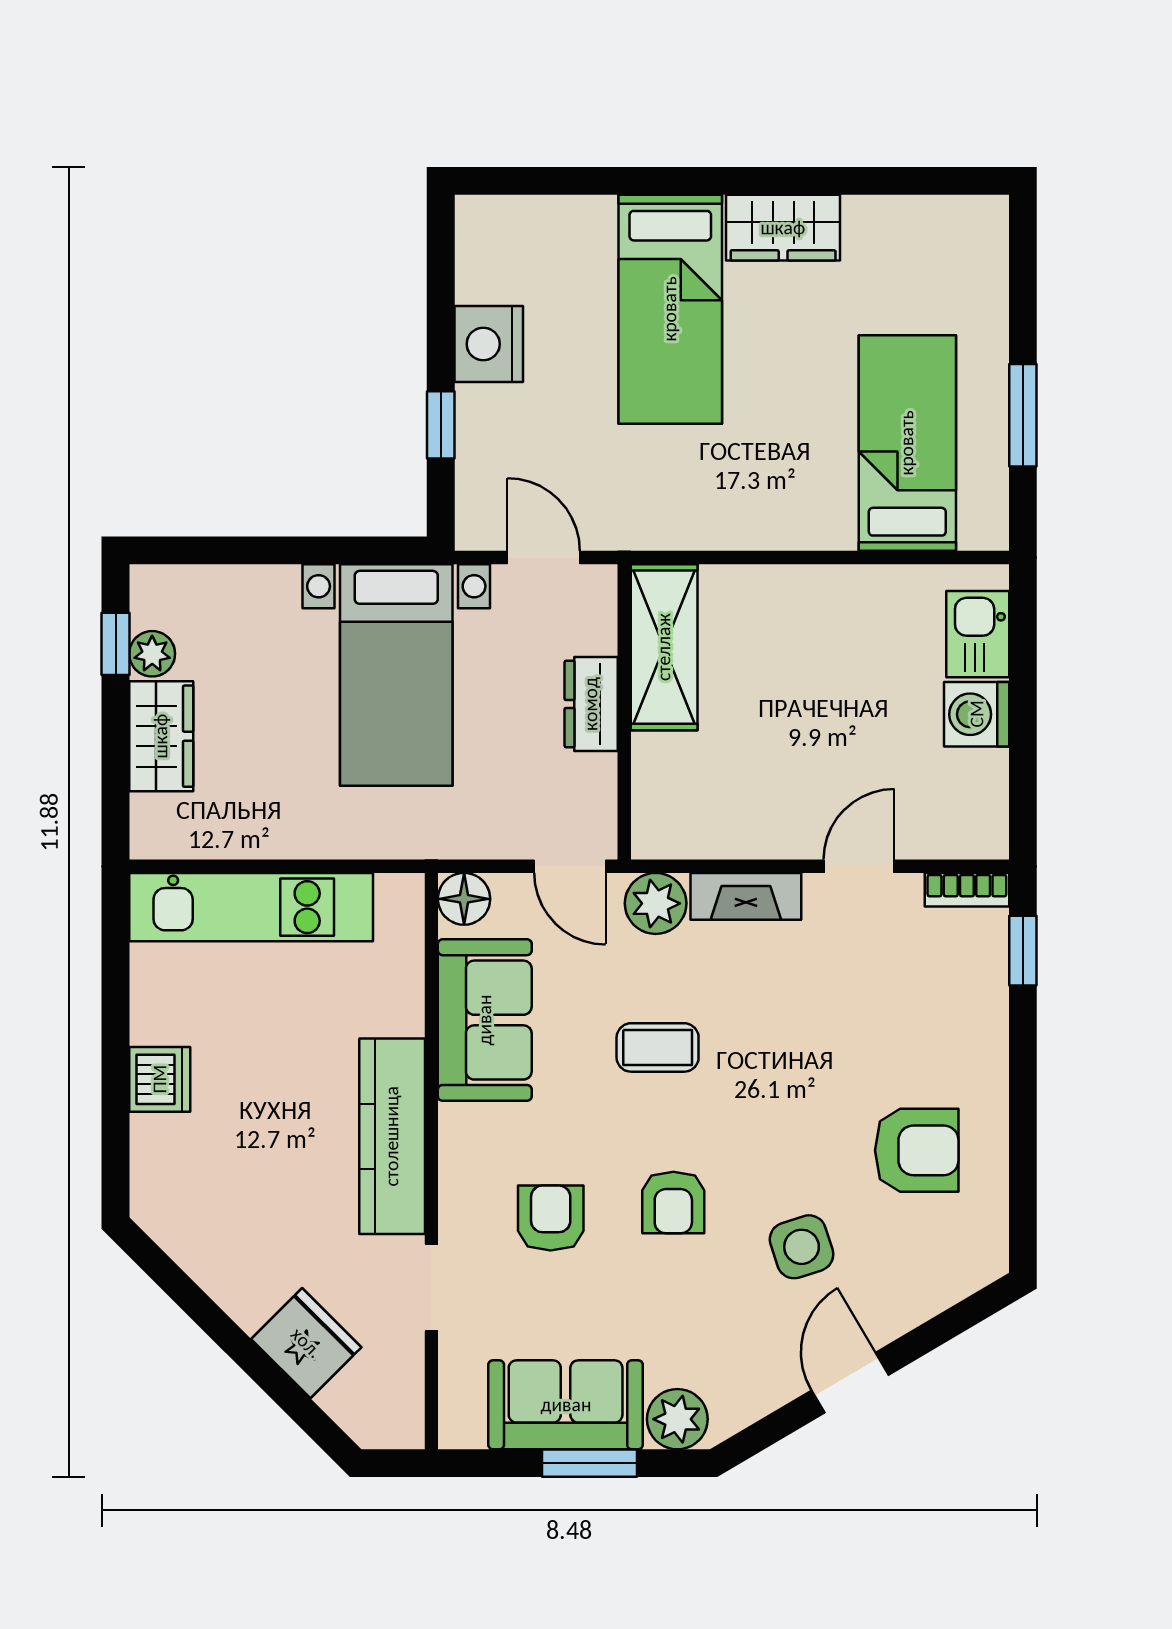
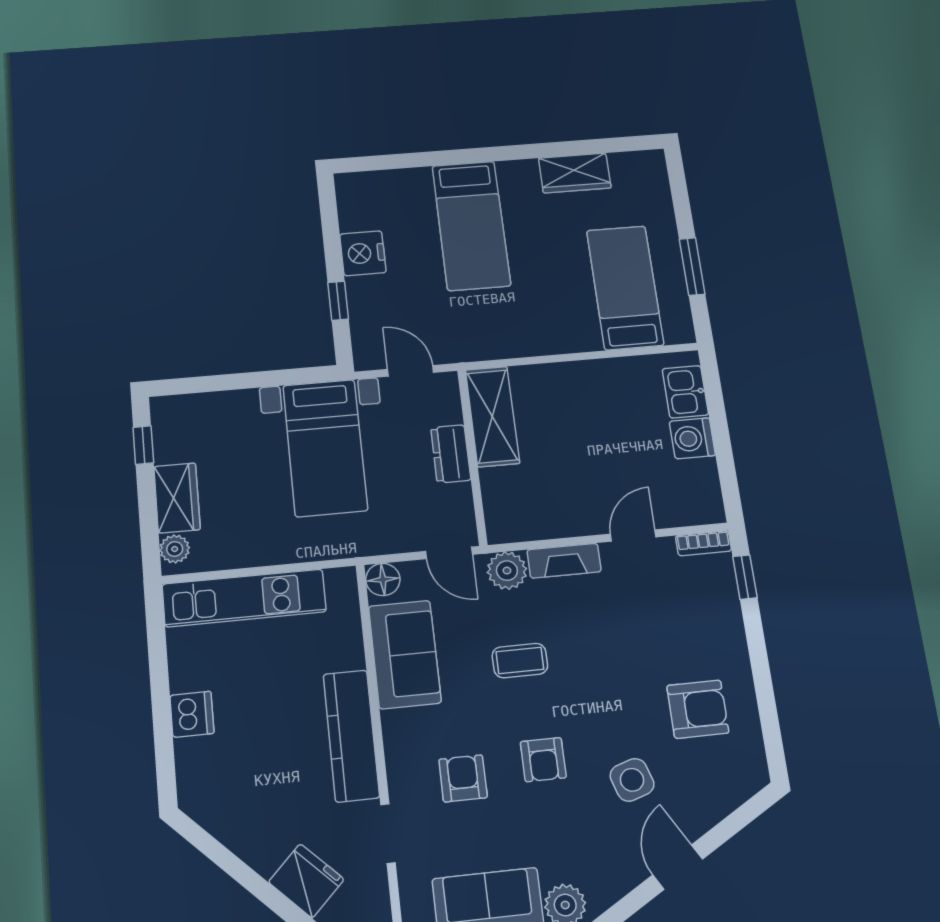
wardrobe: (783, 228) -> (575, 173), moved
plant: (152, 654) -> (175, 549), moved

